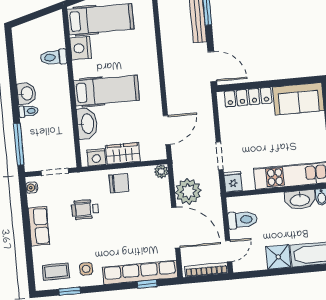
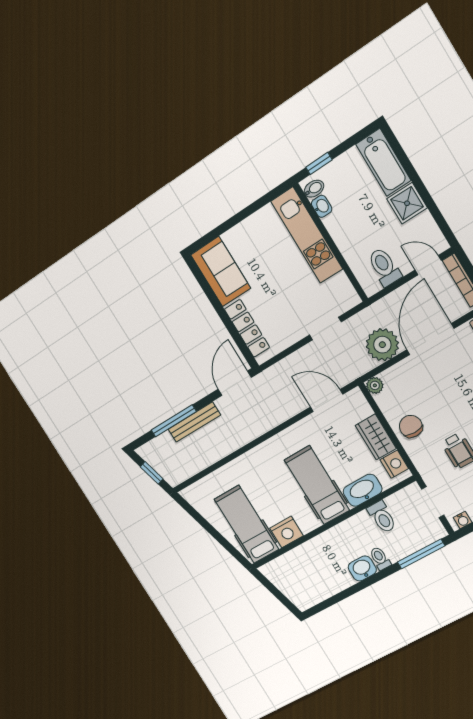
toilet: (53, 57) -> (382, 517), moved
fridge: (233, 182) -> (347, 299), removed
washbasin: (300, 200) -> (322, 206), width x0.52, depth x0.69

